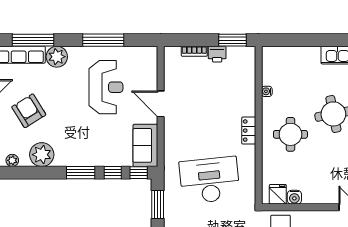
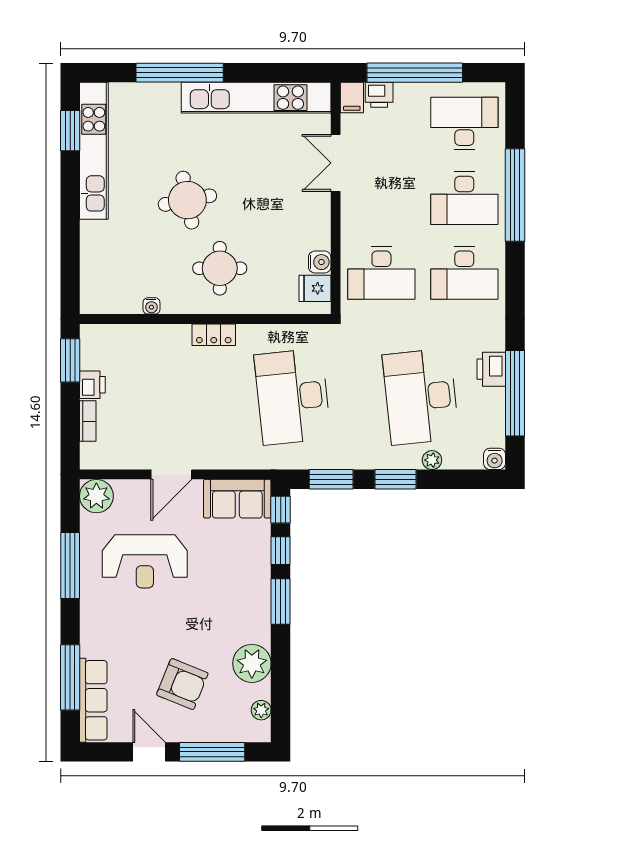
plant: (57, 57) -> (96, 496), moved
reception desk: (106, 87) -> (145, 561), turned 180
armchair: (29, 111) -> (182, 684), turned -126

